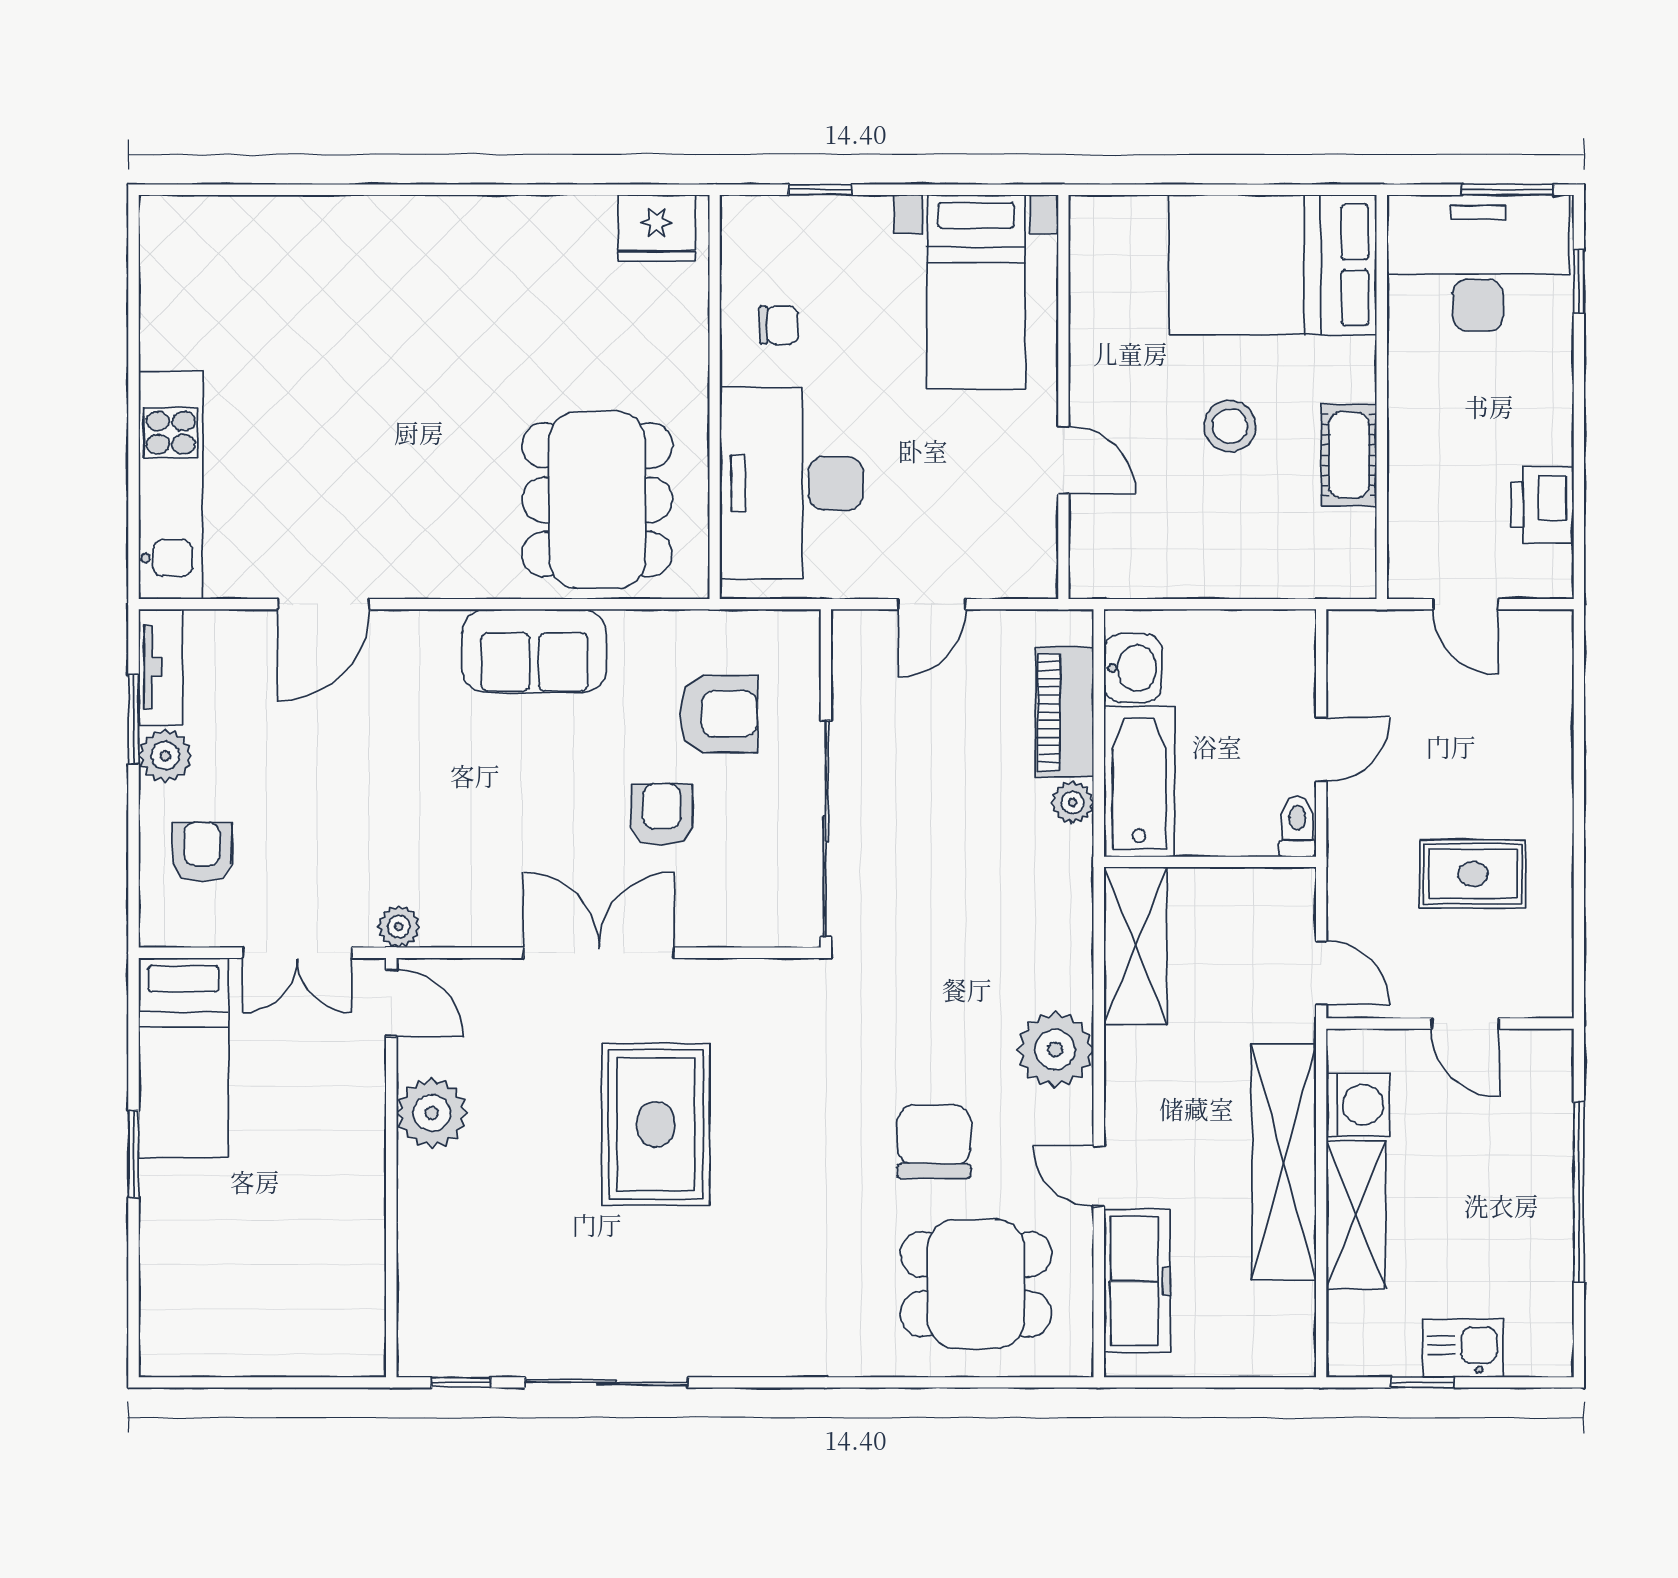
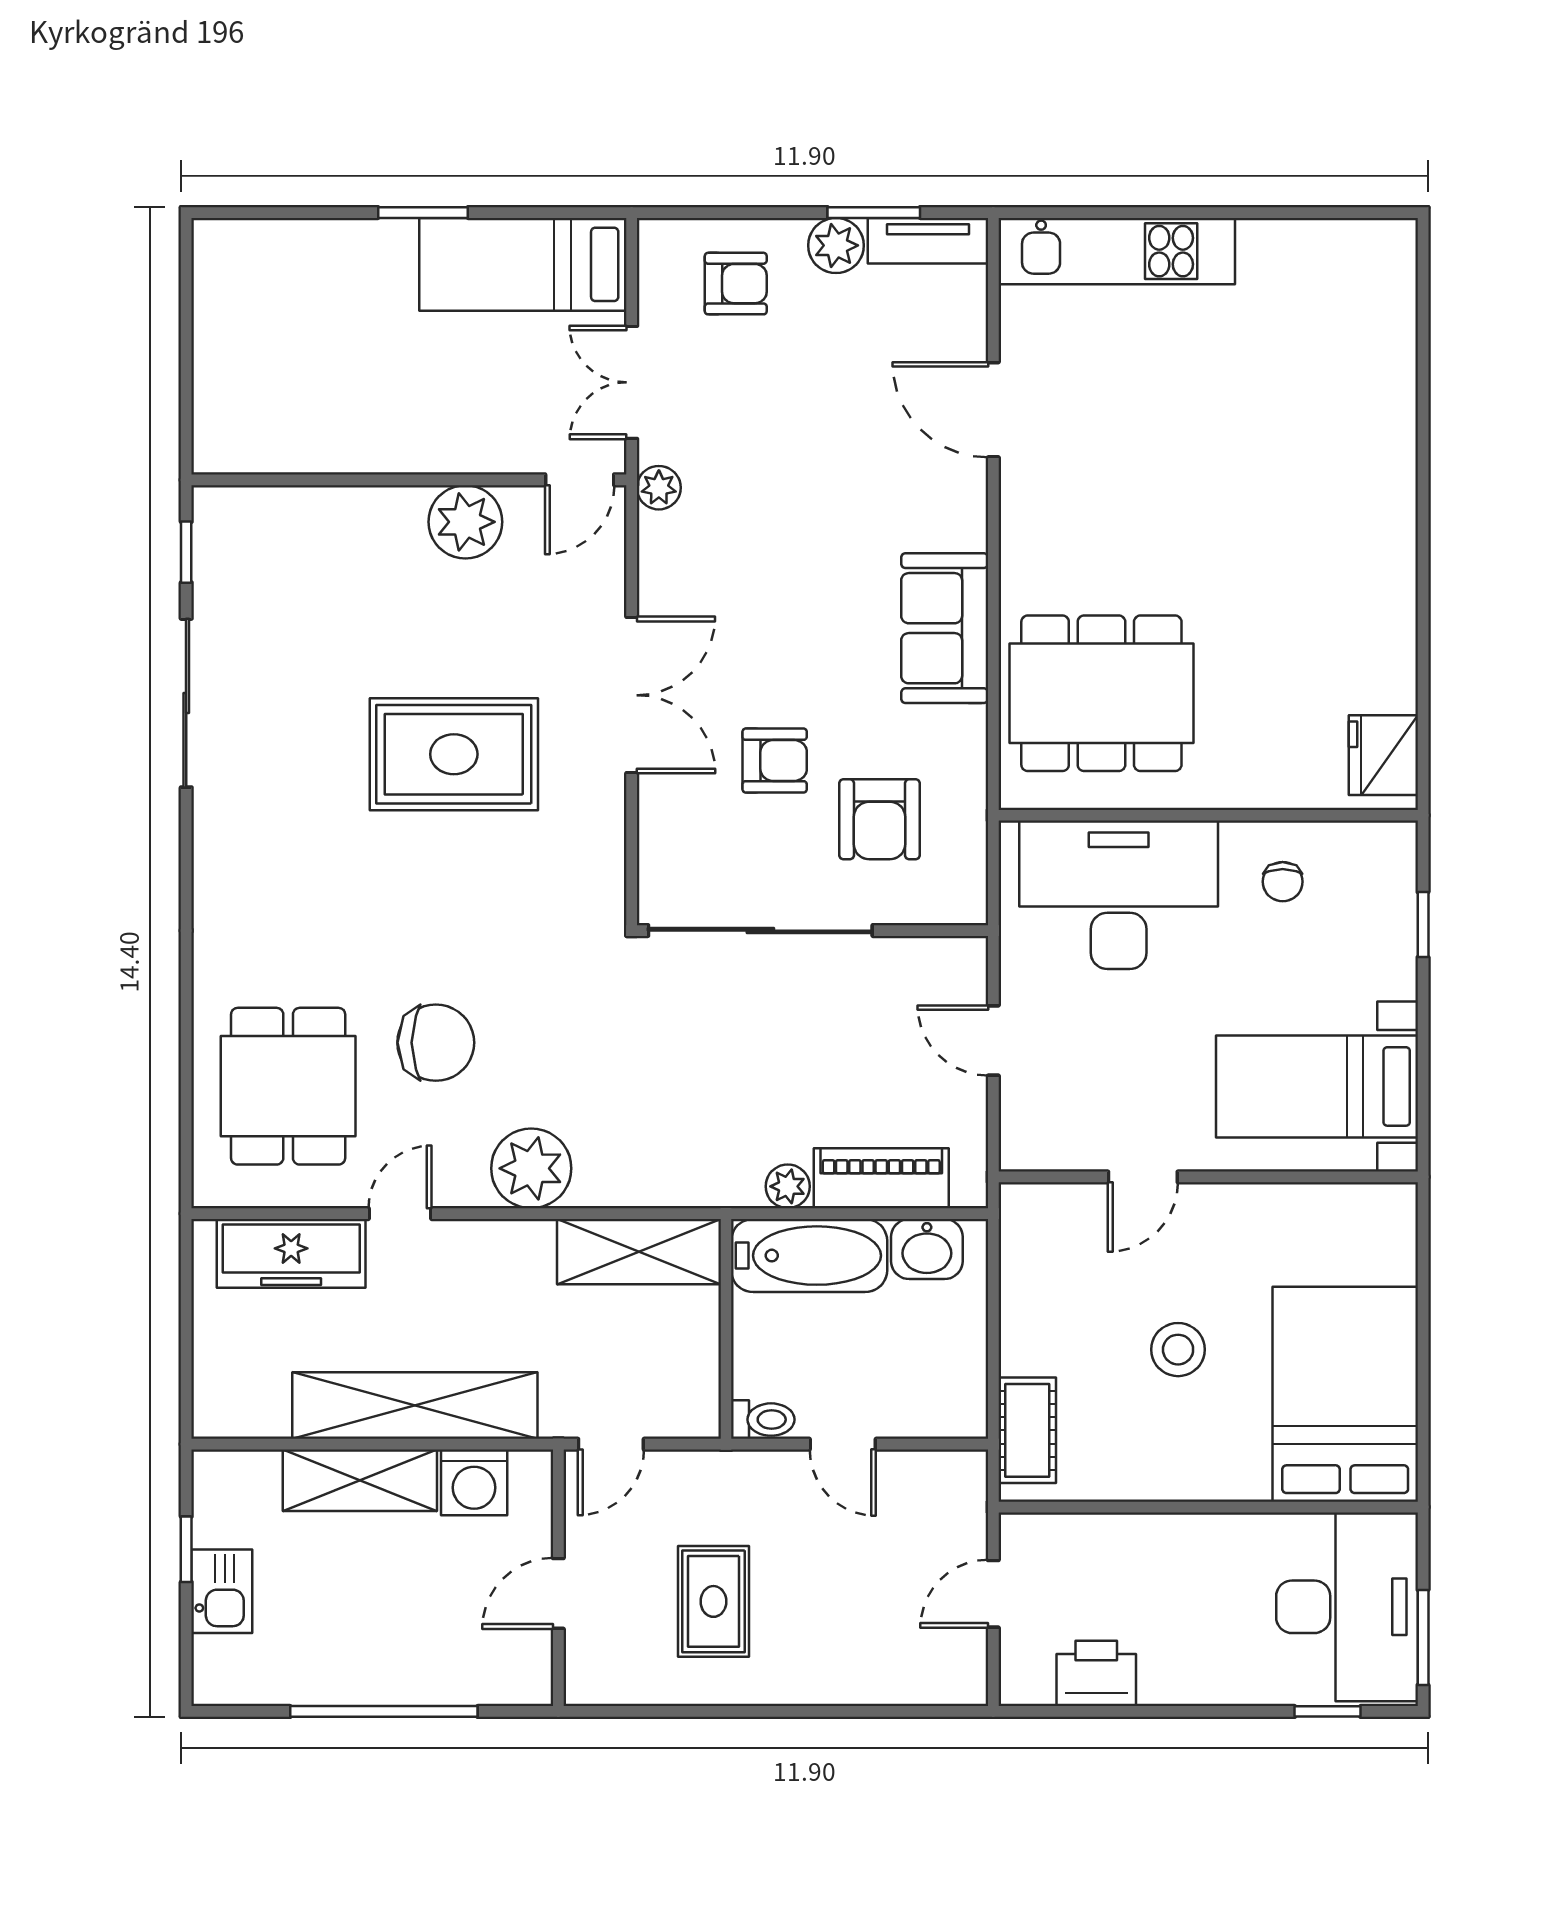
cot: (1349, 455) -> (1027, 1430), moved, turned 90

